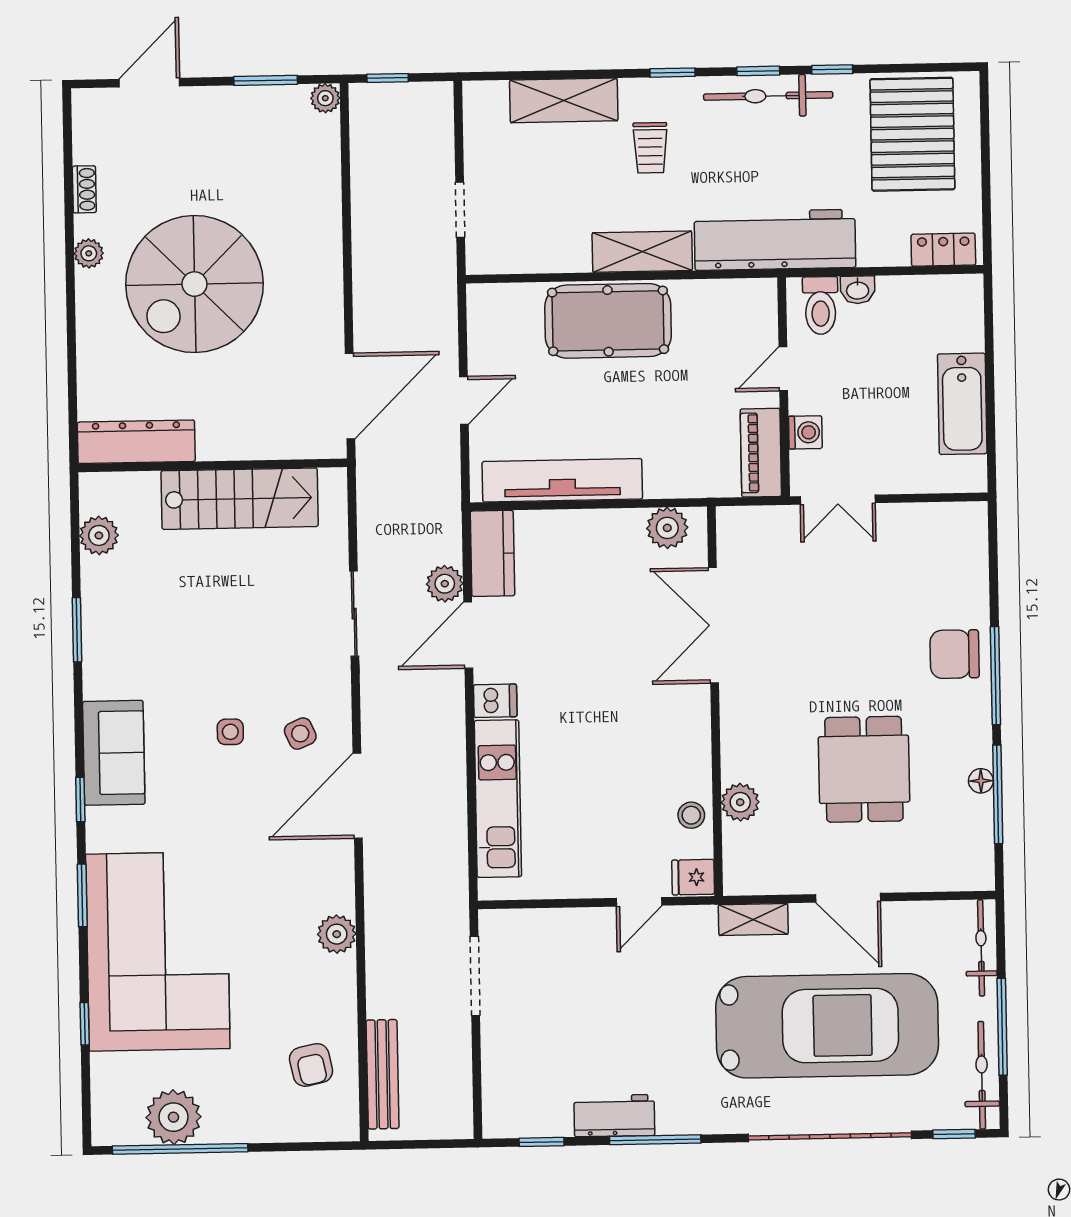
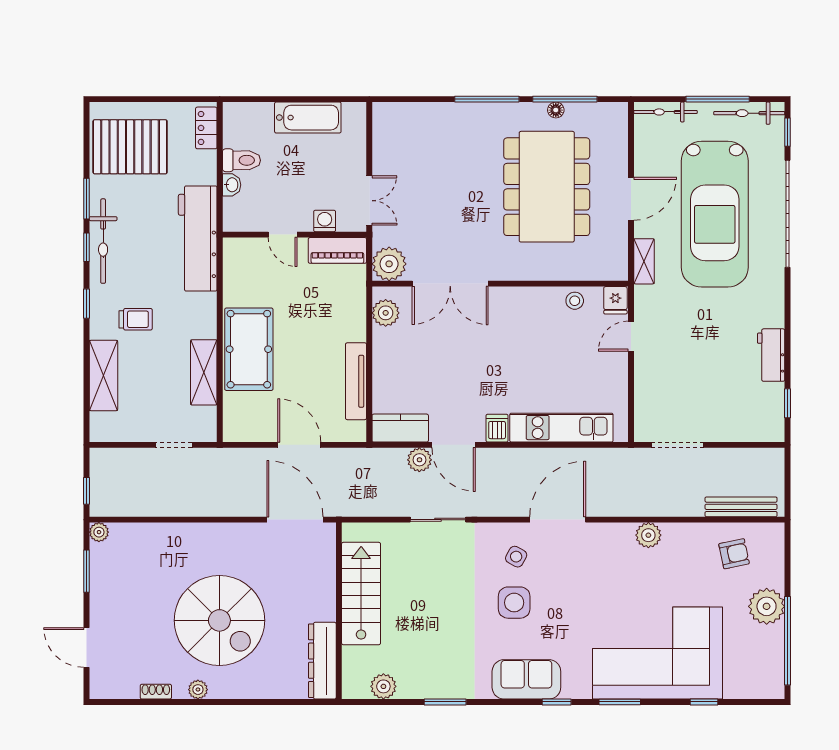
window: (832, 69) -> (87, 199), width x1.50
shelving: (642, 252) -> (204, 372), moved
toilet: (820, 306) -> (241, 160), moved
door: (464, 400) -> (299, 445), width x1.38
tv unit: (562, 480) -> (356, 381), width x0.73, depth x0.78
chair: (955, 654) -> (472, 126), removed
side table: (230, 732) -> (514, 603), width x1.87, depth x1.87
side table: (300, 734) -> (516, 557), turned -37
dining table: (864, 769) -> (547, 187), width x1.88, depth x1.24
door: (358, 796) -> (558, 520), swing flipped
plant: (740, 802) -> (389, 264), moved, width x1.36, depth x1.36
door: (639, 902) -> (631, 336), swing flipped
car: (827, 1026) -> (715, 214), turned 180
plant: (173, 1117) -> (767, 606), moved
window: (655, 1140) -> (788, 329), removed

